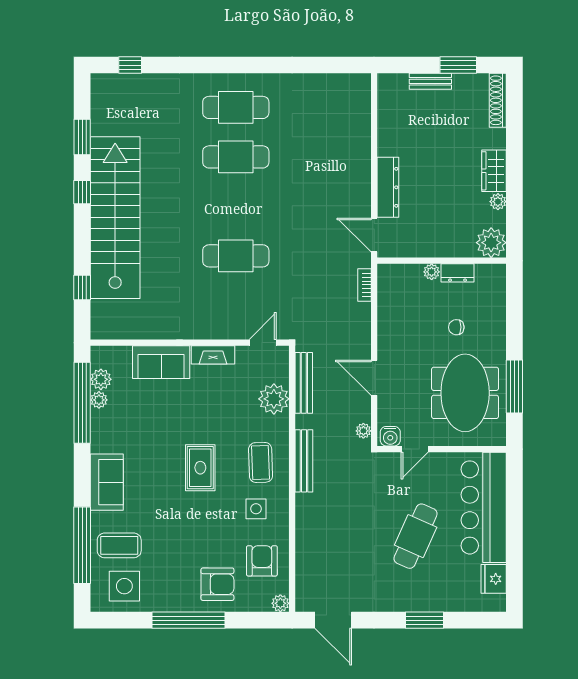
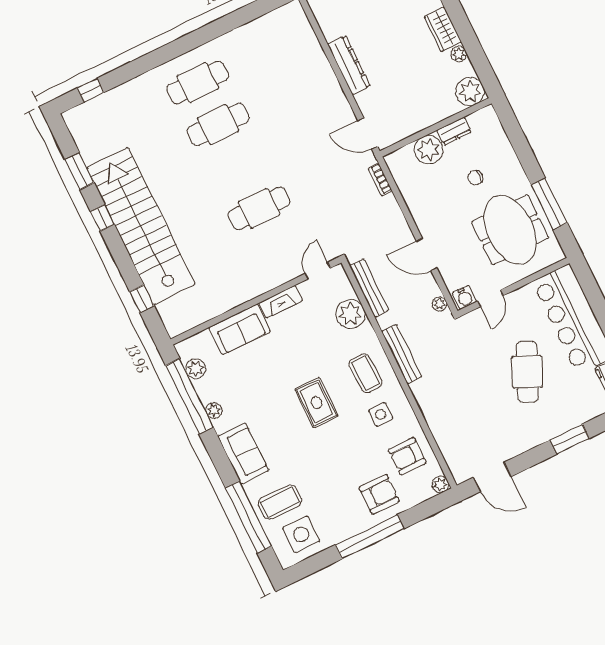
dresser: (388, 187) -> (349, 65), moved
plant: (432, 272) -> (428, 150), width x1.87, depth x1.87
plant: (99, 400) -> (214, 411), moved
armchair: (262, 561) -> (407, 456), turned -90

